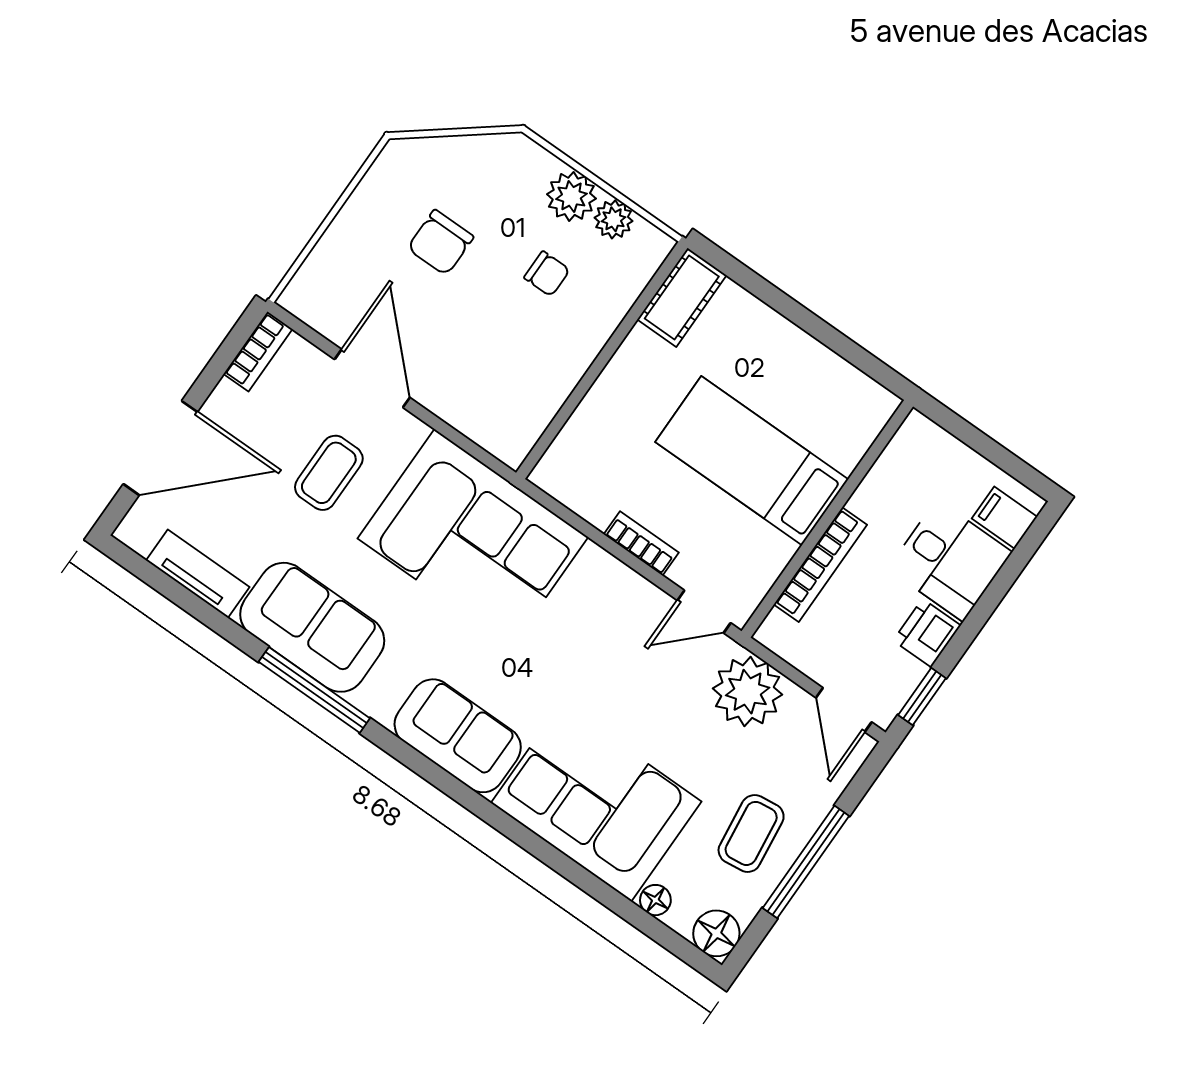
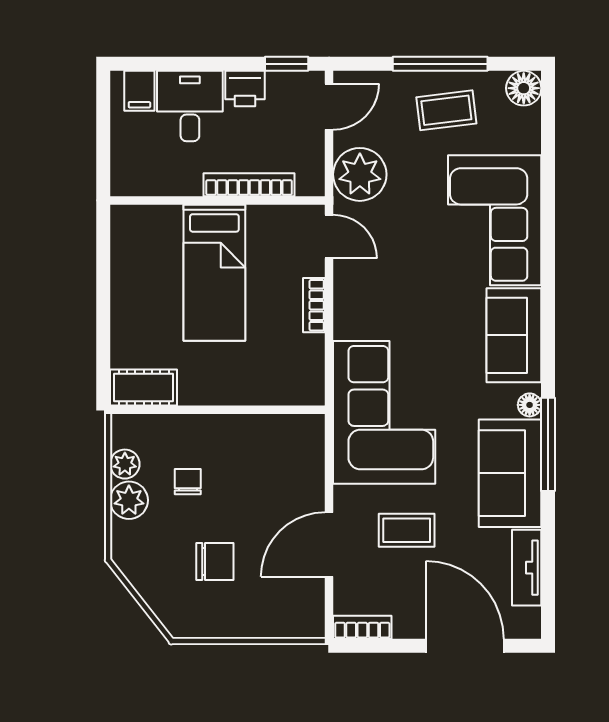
floor lamp: (655, 900) -> (530, 405), moved

